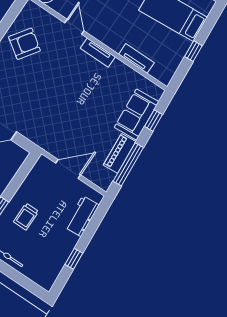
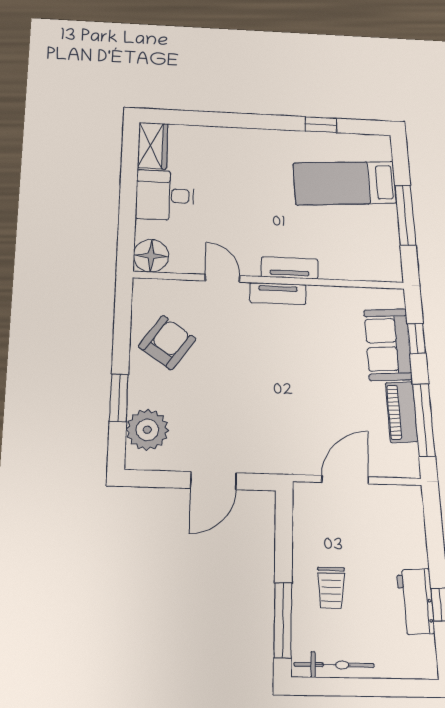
window: (193, 51) -> (405, 215), width x2.17
tv unit: (136, 58) -> (290, 268), moved
workbench: (82, 216) -> (416, 602), moved

